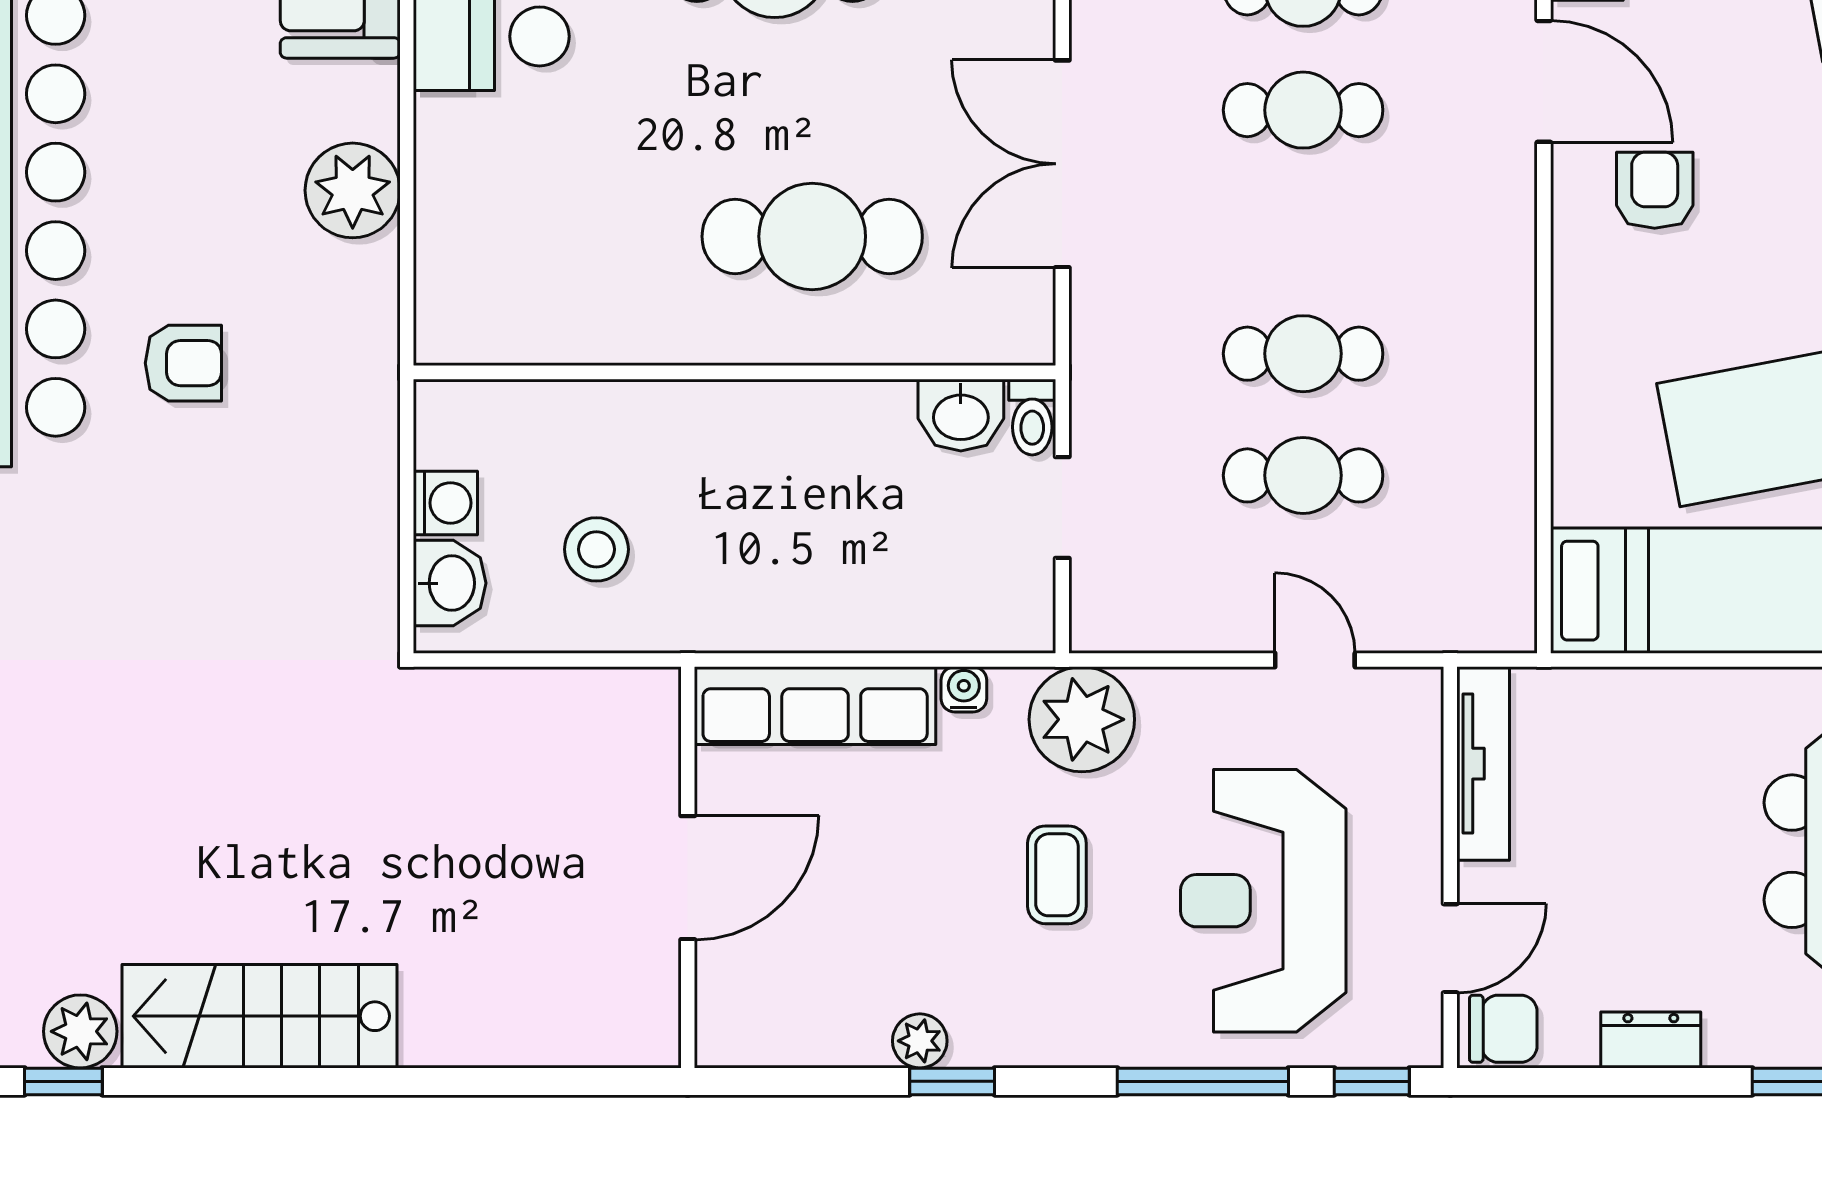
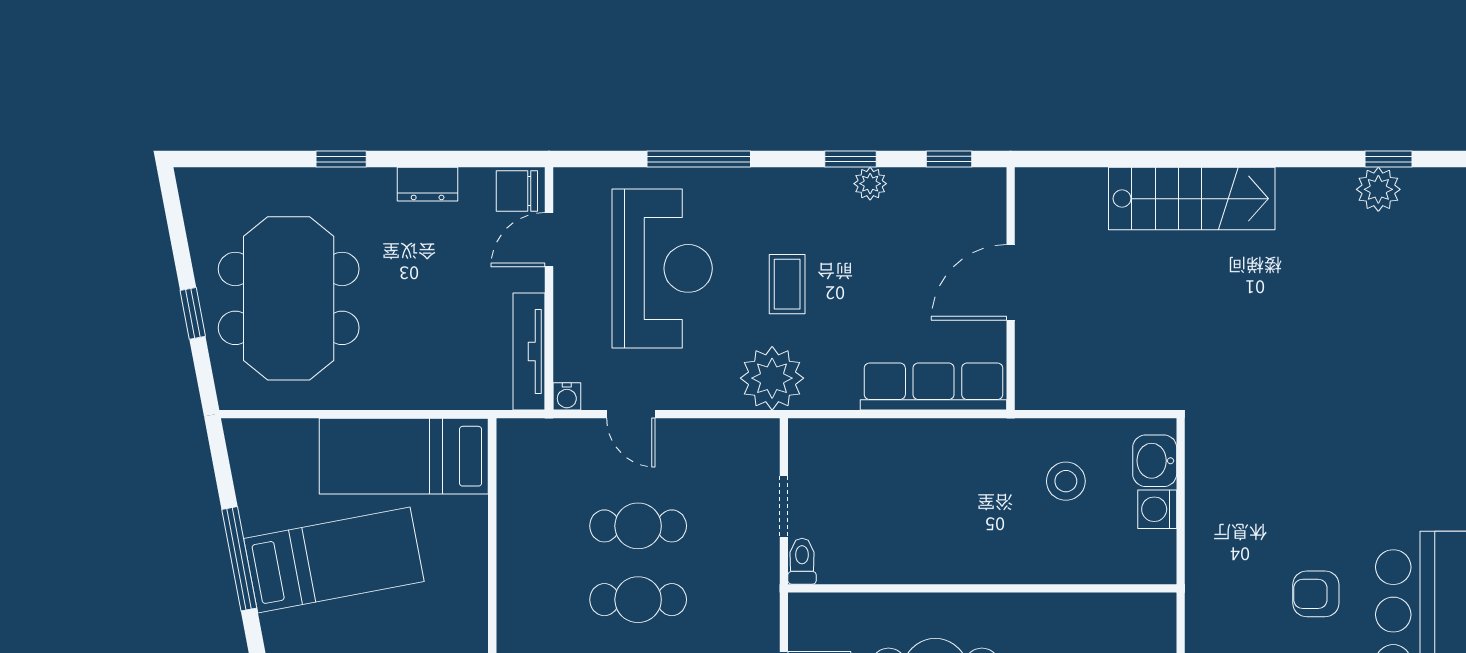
washbasin: (961, 415) -> (845, 562), removed
water cooler: (964, 689) -> (567, 396), moved
stairs: (260, 1016) -> (1192, 199), moved
window: (1372, 1081) -> (949, 159), moved

